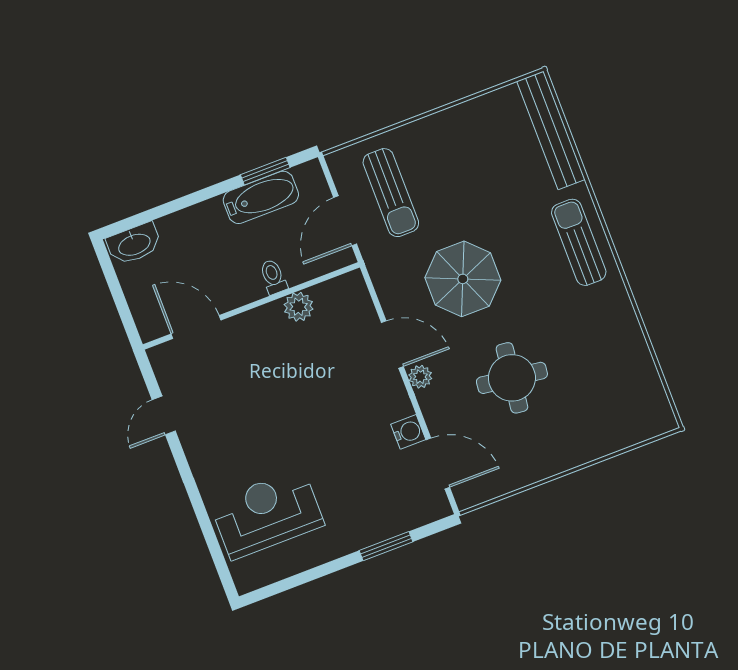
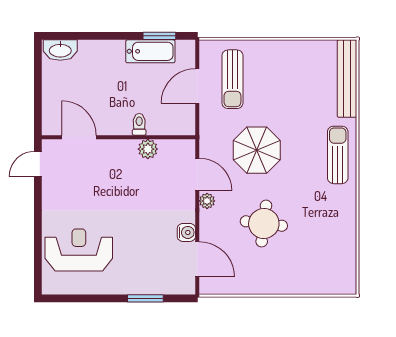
toilet: (273, 277) -> (139, 124), moved
wall: (251, 306) -> (119, 137), moved
plant: (299, 307) -> (148, 149), moved
door: (196, 327) -> (79, 137), moved

